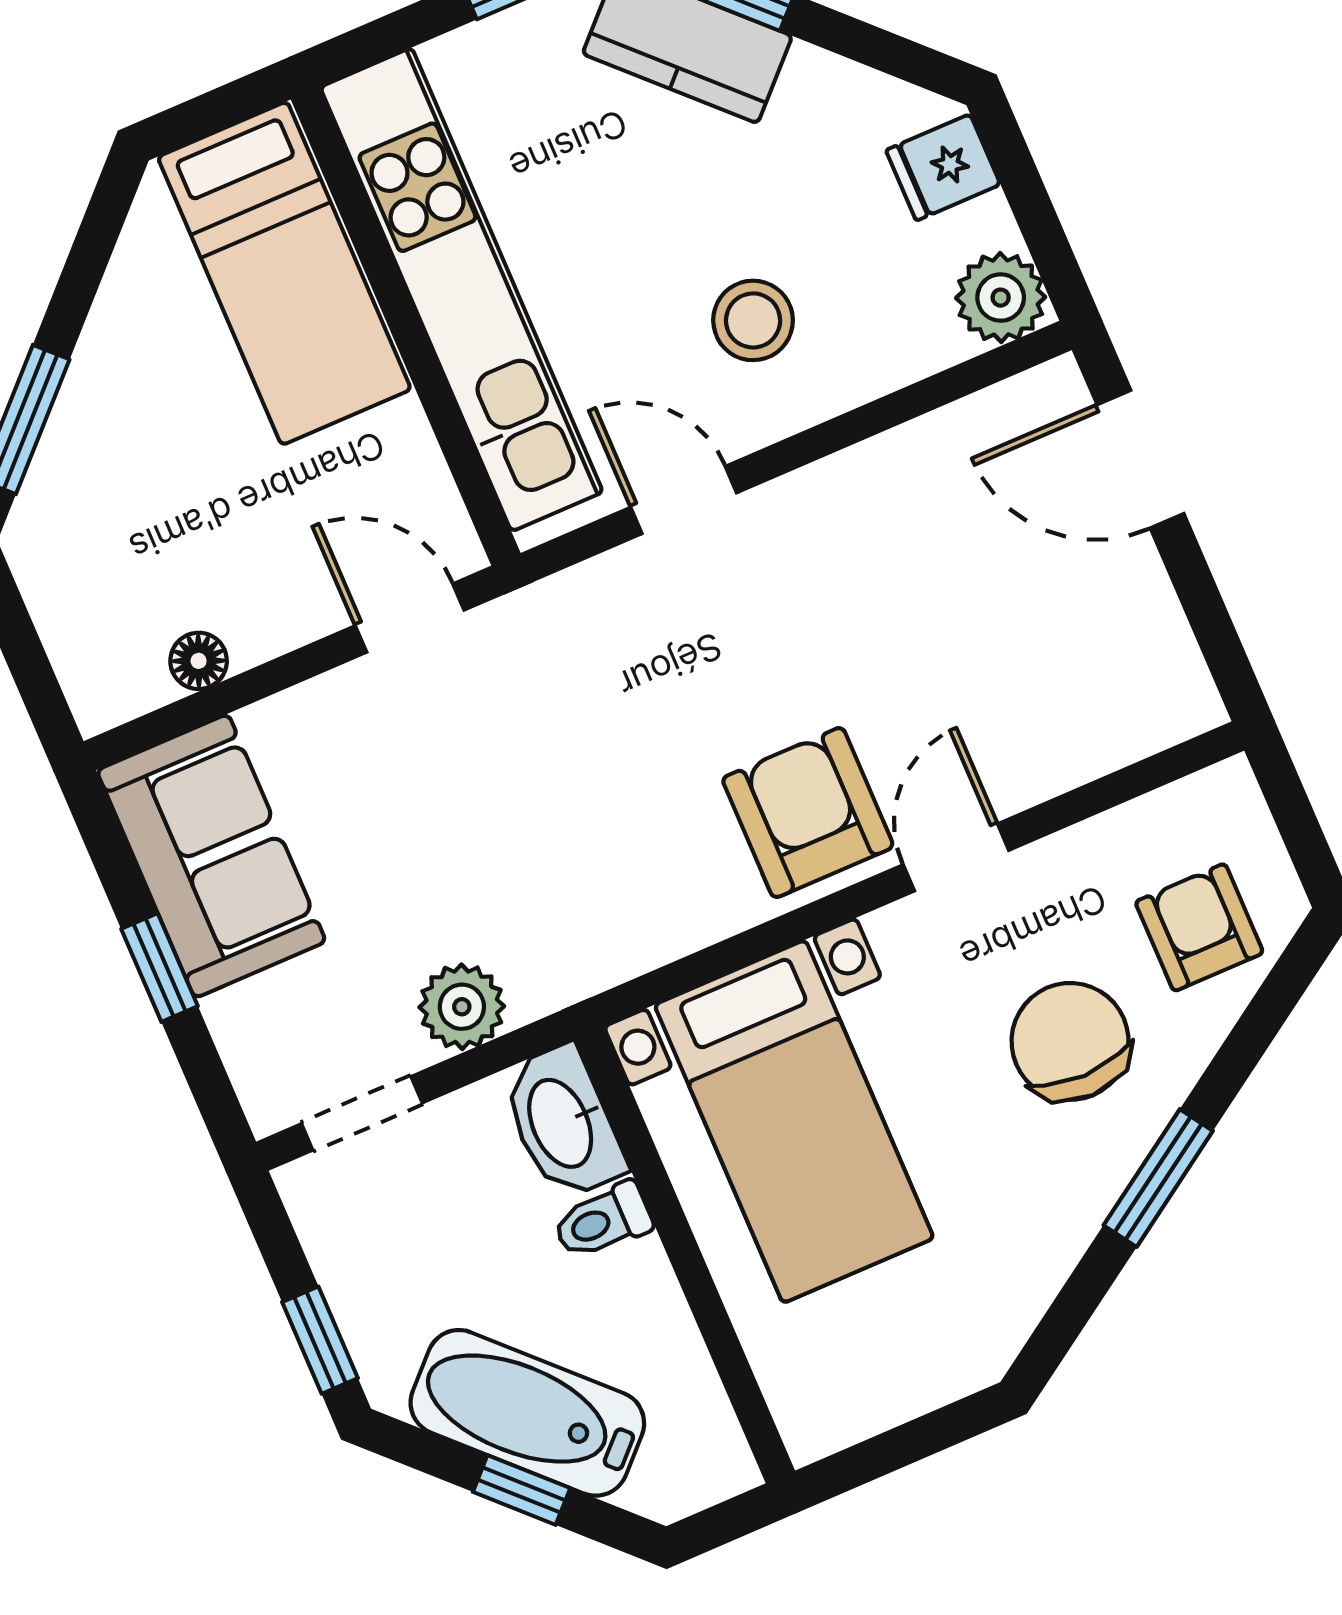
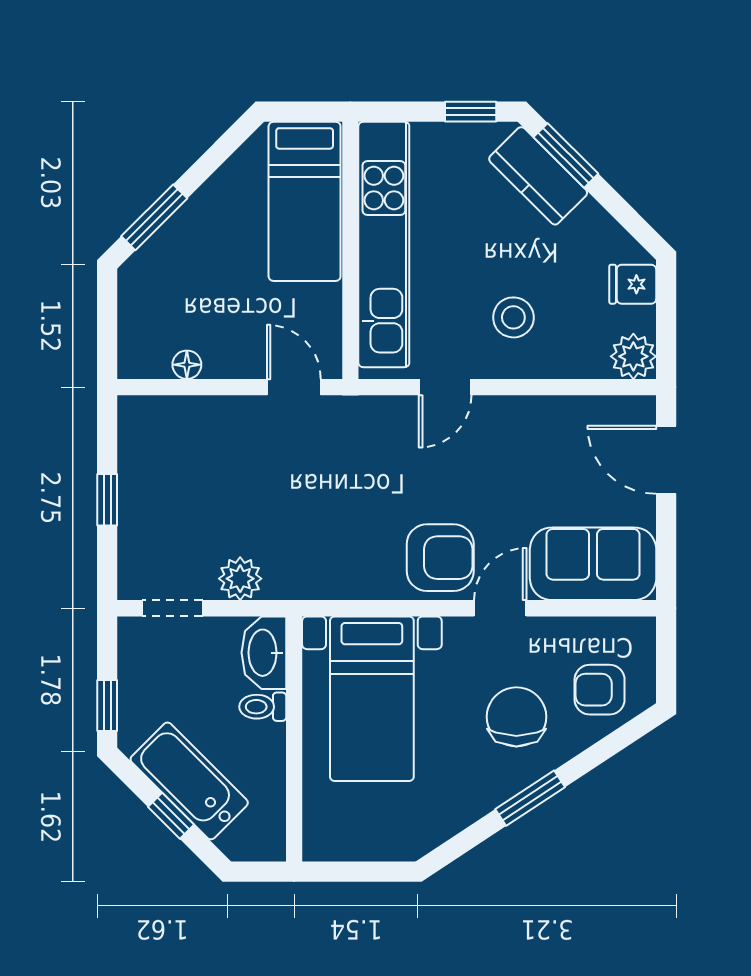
door: (684, 500) -> (445, 387), swing flipped
armchair: (808, 813) -> (440, 558), turned 90
sofa: (211, 856) -> (593, 564), moved, turned -90
armchair: (1199, 927) -> (600, 690), turned -90

